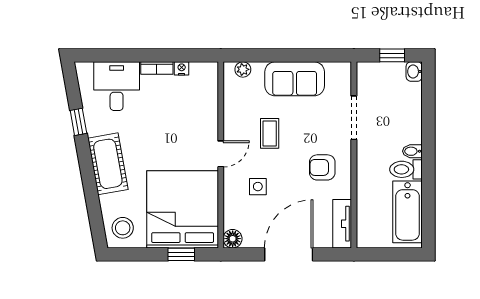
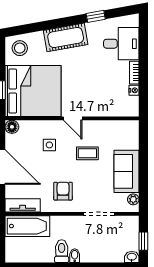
plant: (243, 69) -> (133, 199), moved
bathtub: (408, 212) -> (27, 226), moved, turned 180

